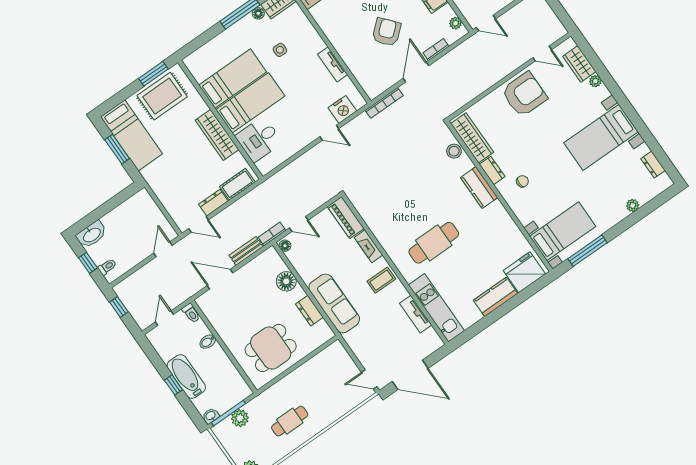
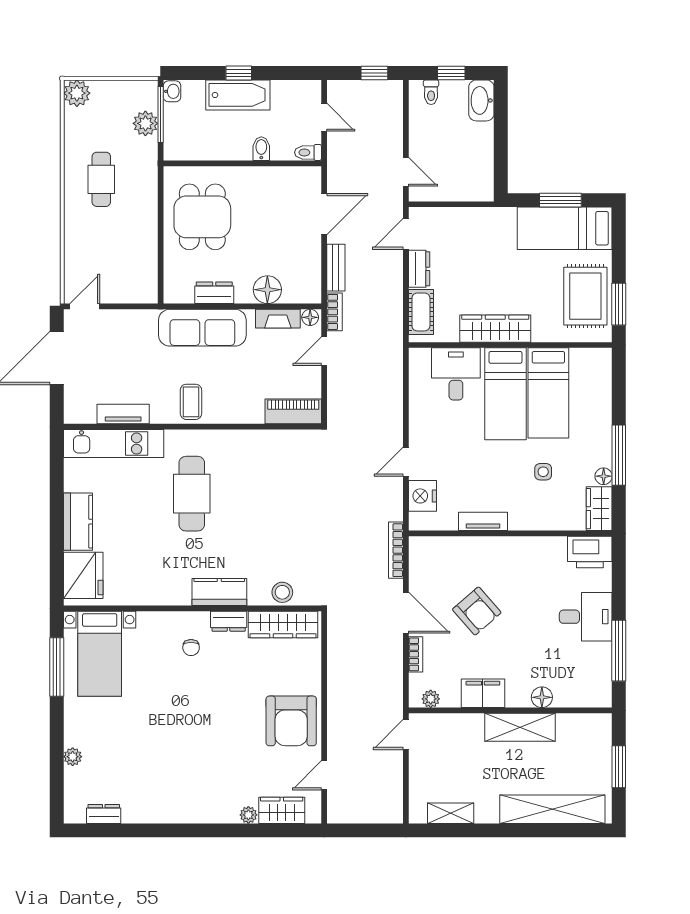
bed with nightstands: (601, 137) -> (178, 775), removed
fireplace: (368, 246) -> (278, 319), moved, turned 180

